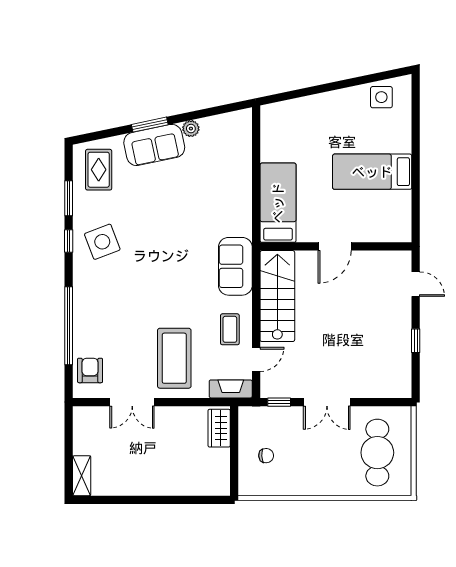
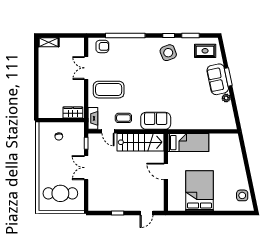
bed: (372, 172) -> (200, 191), width x1.50

